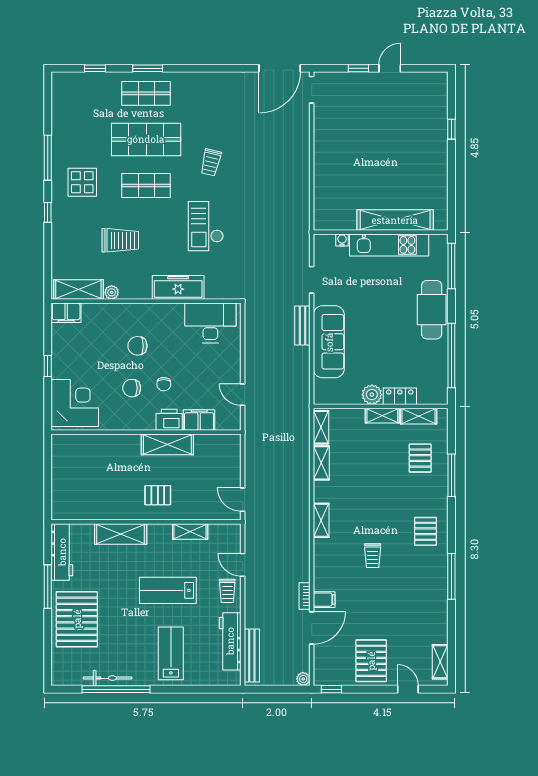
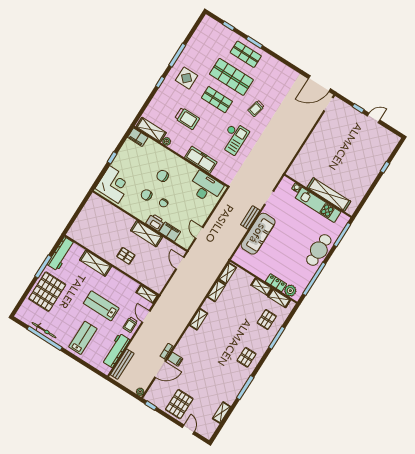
checkout: (206, 226) -> (234, 138), turned 180
plant: (372, 395) -> (290, 291), moved
door: (243, 500) -> (180, 263), moved
shelving: (190, 531) -> (147, 294), moved
trolley: (373, 556) -> (213, 353), removed
shelving: (440, 662) -> (222, 413), moved

